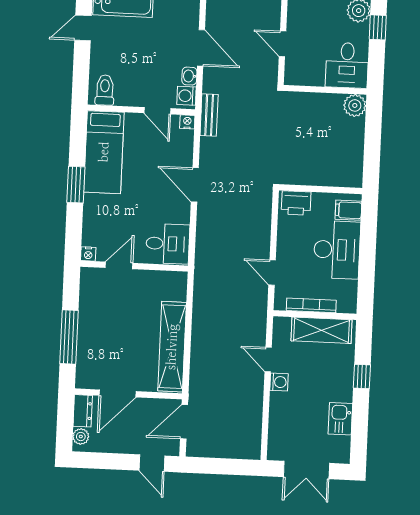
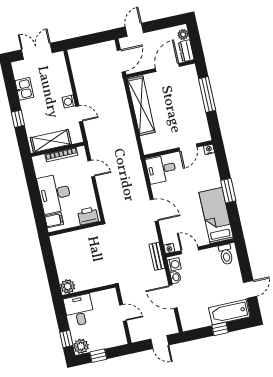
door: (152, 463) -> (134, 30), hinge flipped

